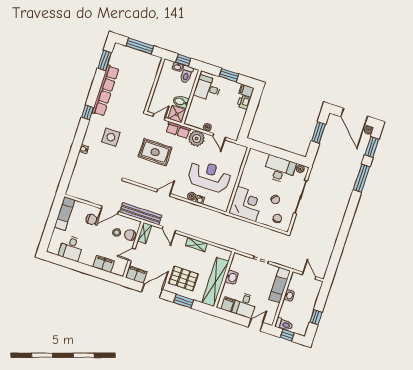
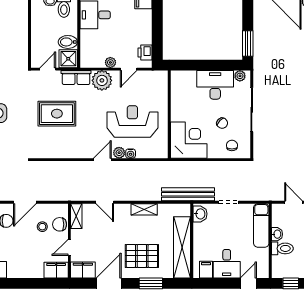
printer: (244, 102) -> (145, 52), moved
window: (318, 133) -> (248, 44), moved
door: (219, 137) -> (129, 69), hinge flipped
door: (164, 193) -> (102, 160), moved
bench: (141, 214) -> (188, 194), moved
filing cabinet: (104, 264) -> (56, 270), moved
washbasin: (232, 277) -> (200, 214), moved
toilet: (284, 324) -> (282, 248), moved

